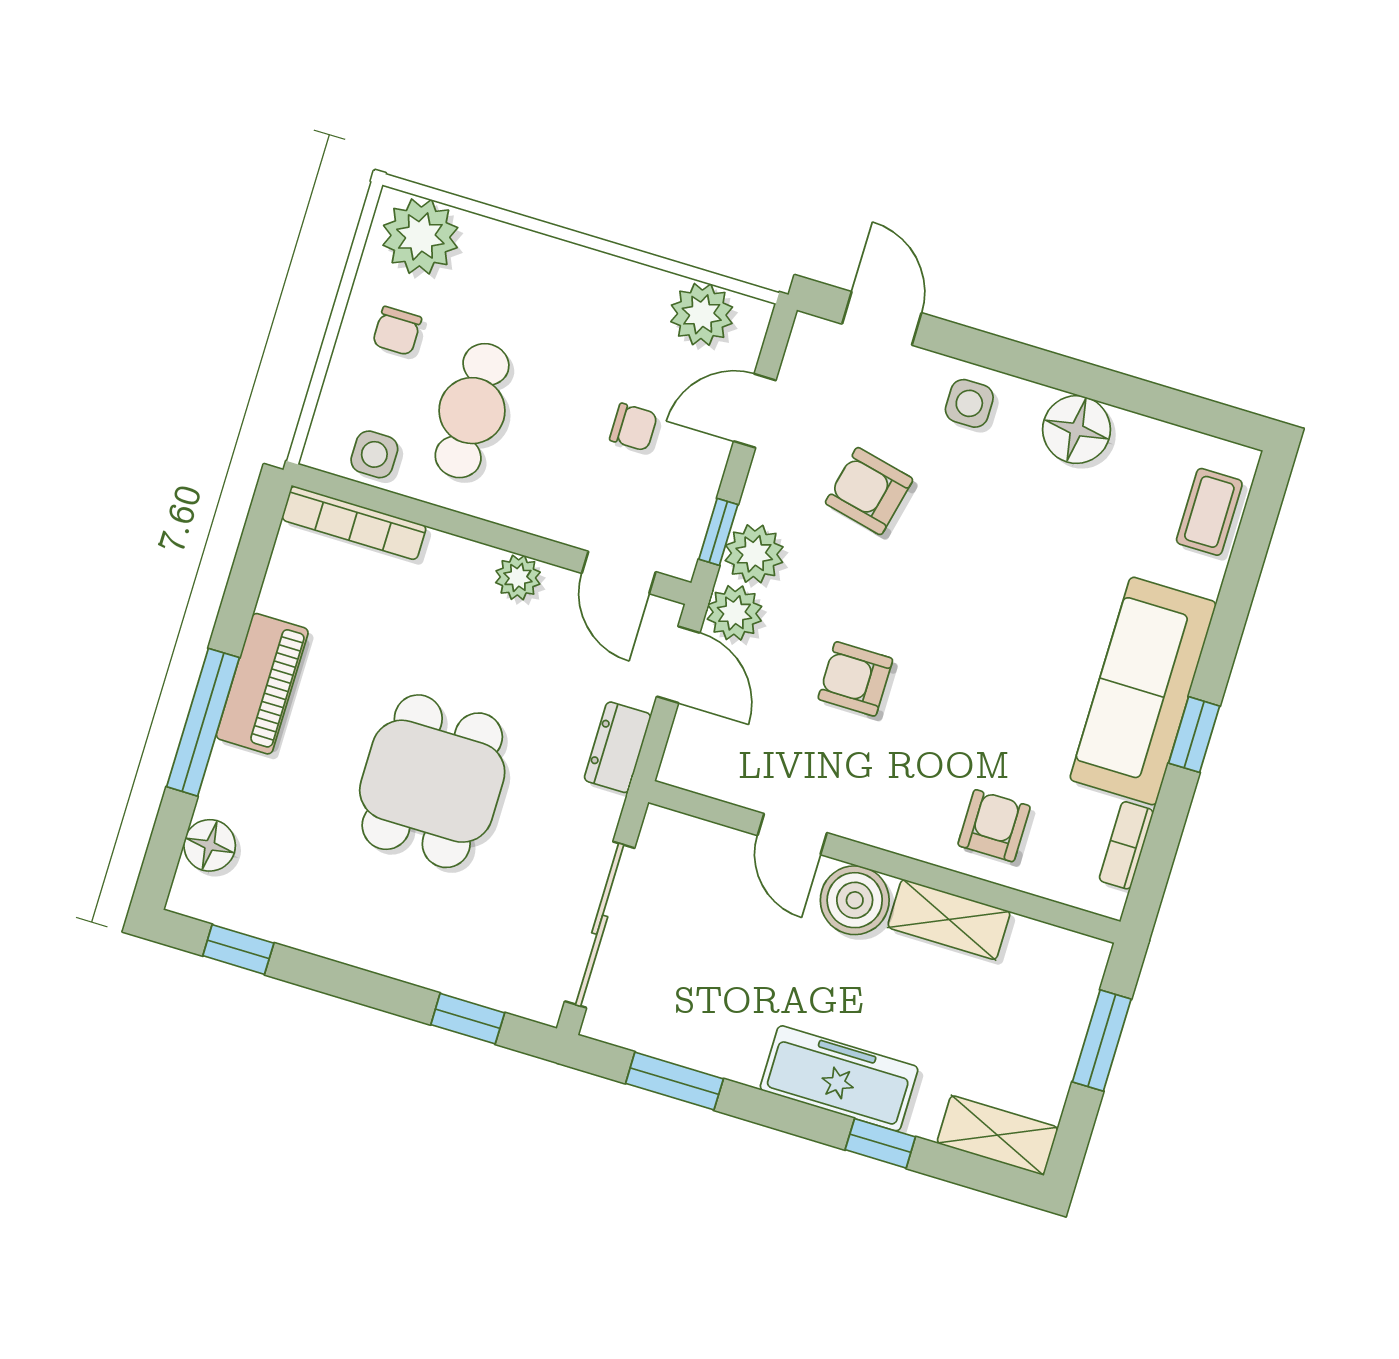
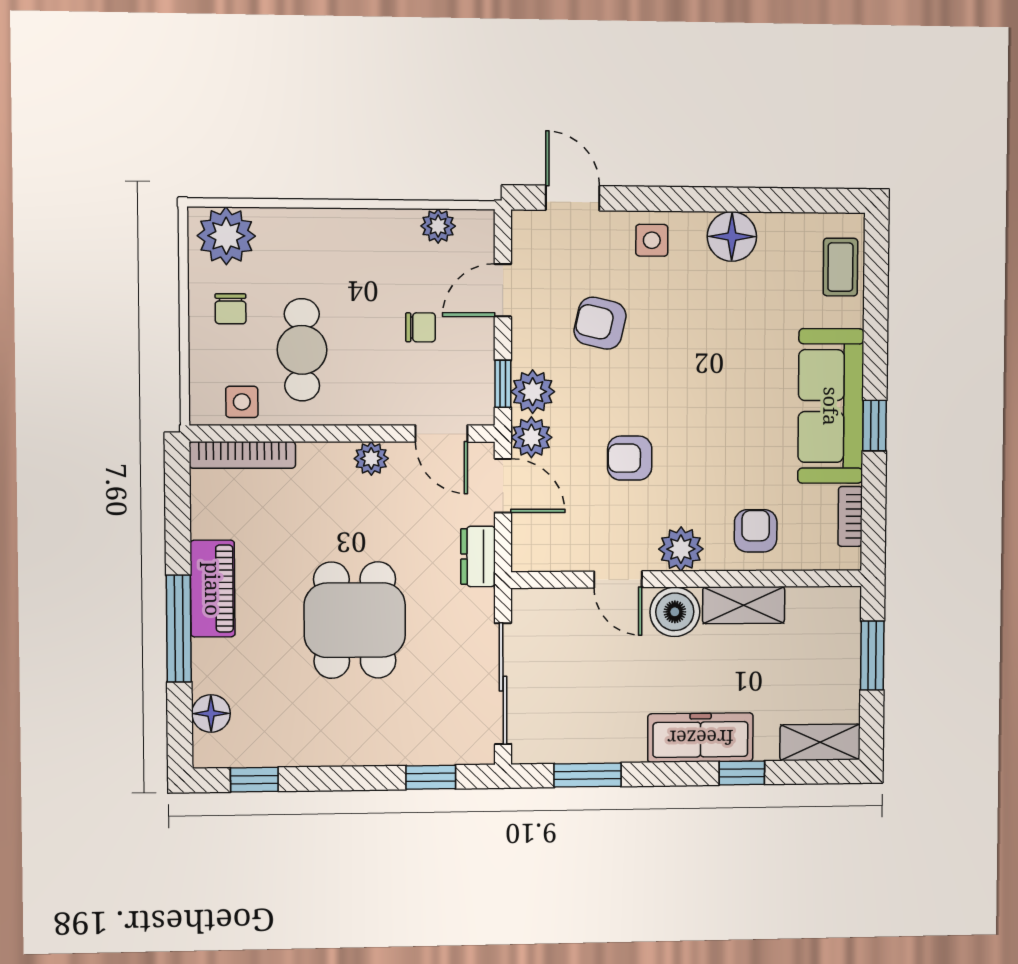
plant: (702, 314) -> (438, 226), width x0.73, depth x0.73
plant: (887, 819) -> (681, 549), added

